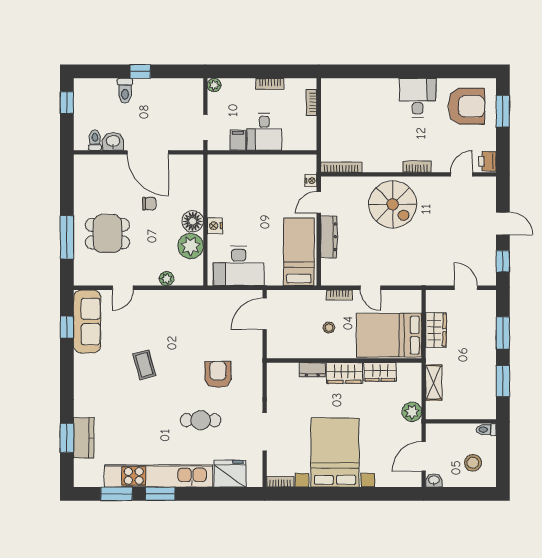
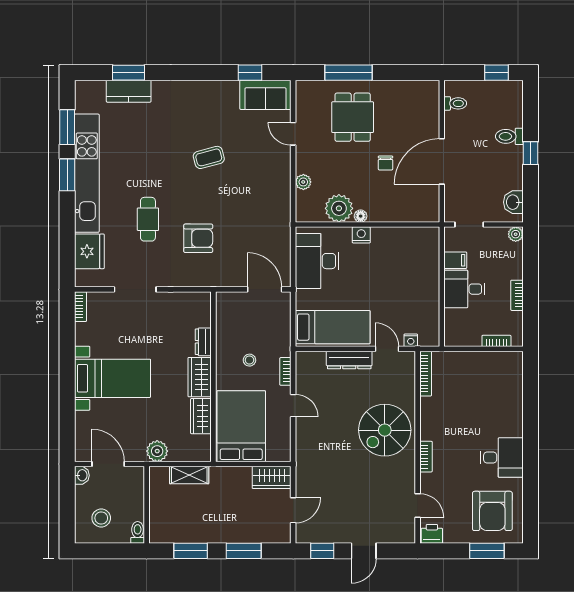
washbasin: (113, 141) -> (513, 202), moved, turned 180
floor lamp: (193, 221) -> (361, 216), width x0.53, depth x0.53
door: (370, 288) -> (293, 406), swing flipped
sofa: (87, 321) -> (265, 95), width x0.73
wardrobe: (436, 330) -> (272, 477), moved
bed with nightstands: (335, 453) -> (112, 378), width x0.73

